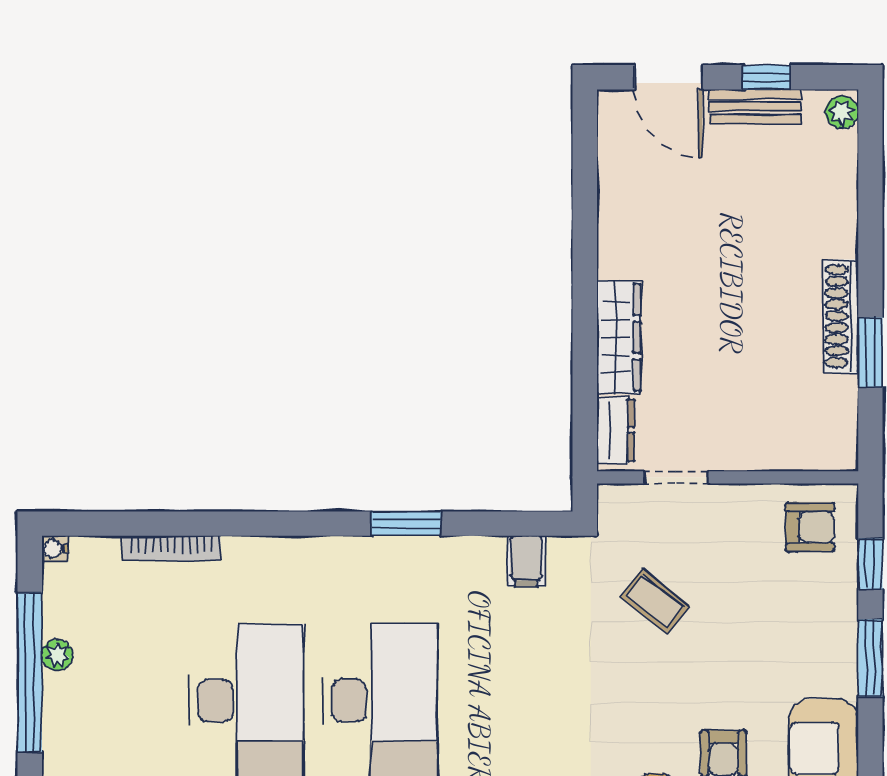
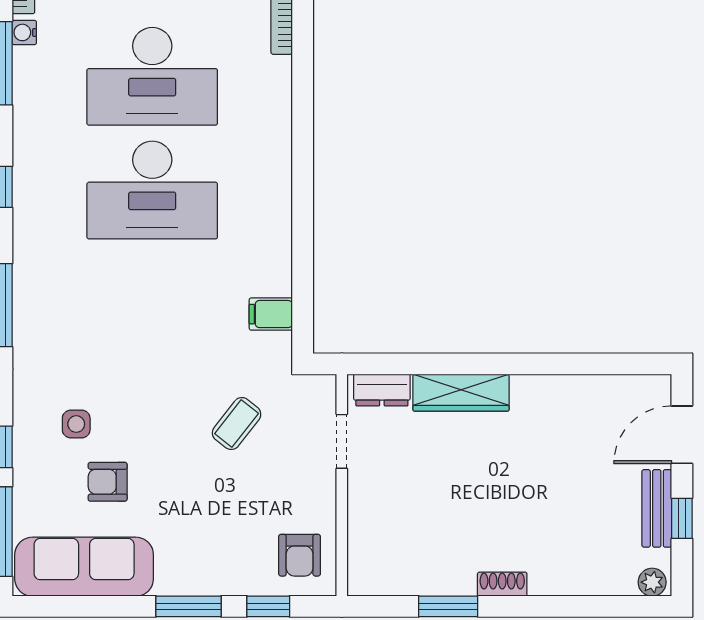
shoe rack: (841, 316) -> (502, 584), width x0.51, depth x0.81
window: (406, 524) -> (303, 212), removed

